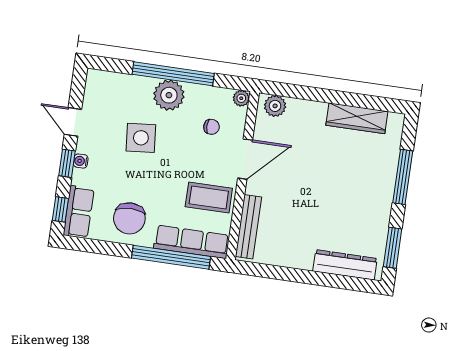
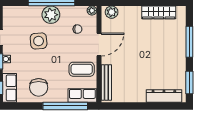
row of seats: (192, 242) -> (82, 96), width x0.68

